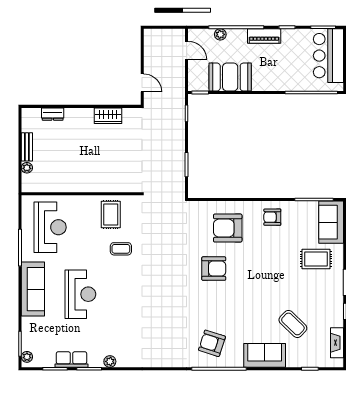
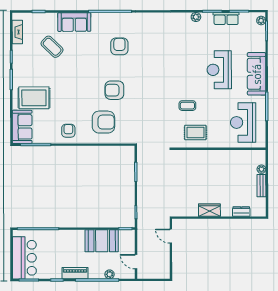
wardrobe: (108, 116) -> (209, 210), moved
rug: (111, 215) -> (195, 133), turned 90
armchair: (272, 217) -> (68, 131), turned -90
rug: (316, 259) -> (34, 98), width x1.36, depth x1.43
armchair: (212, 343) -> (119, 46), moved, turned -108

